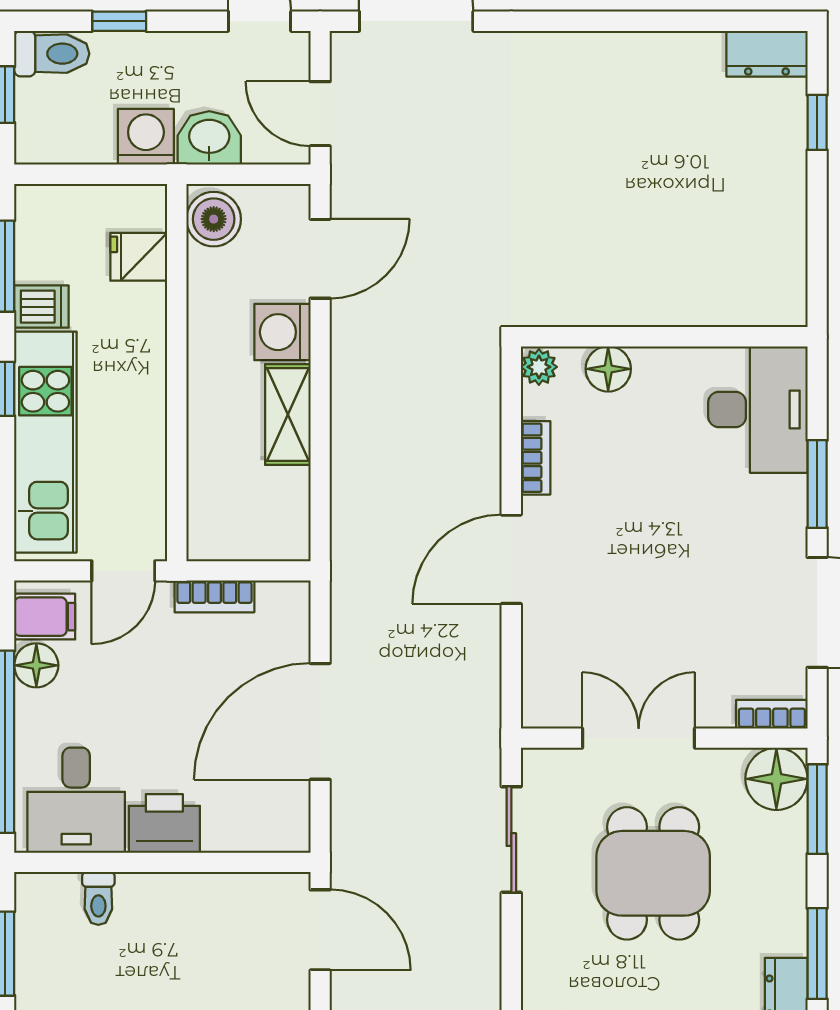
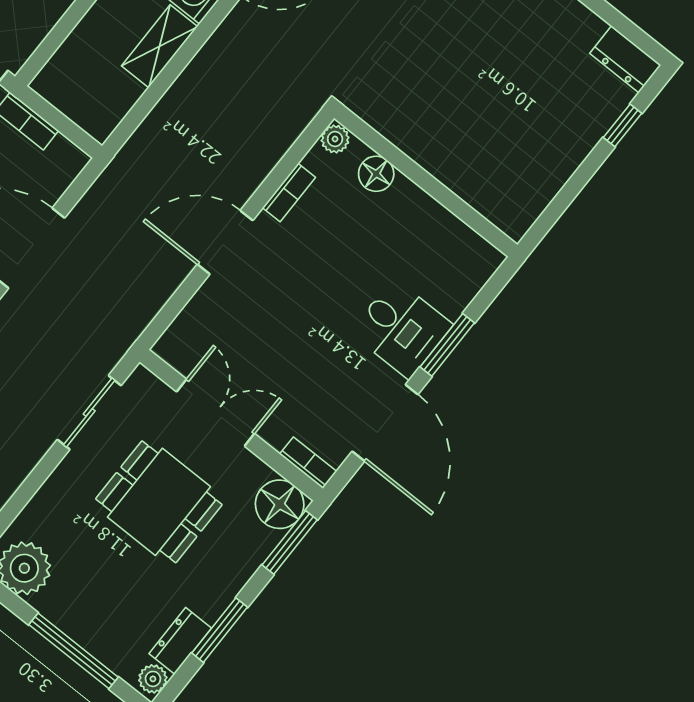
desk: (758, 410) -> (401, 329), moved, width x0.73
dining table: (653, 873) -> (159, 502), turned 90

